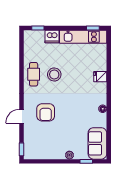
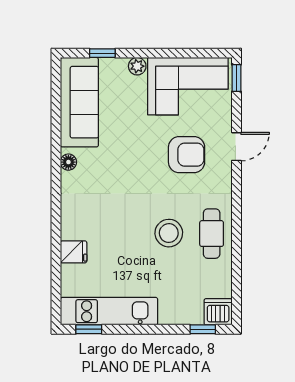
dishwasher: (52, 36) -> (218, 312), moved
fridge: (100, 77) -> (74, 252), moved
armchair: (46, 112) -> (187, 155), turned 90
sofa: (97, 143) -> (79, 102), width x1.36
corner sofa: (45, 145) -> (188, 86), added

